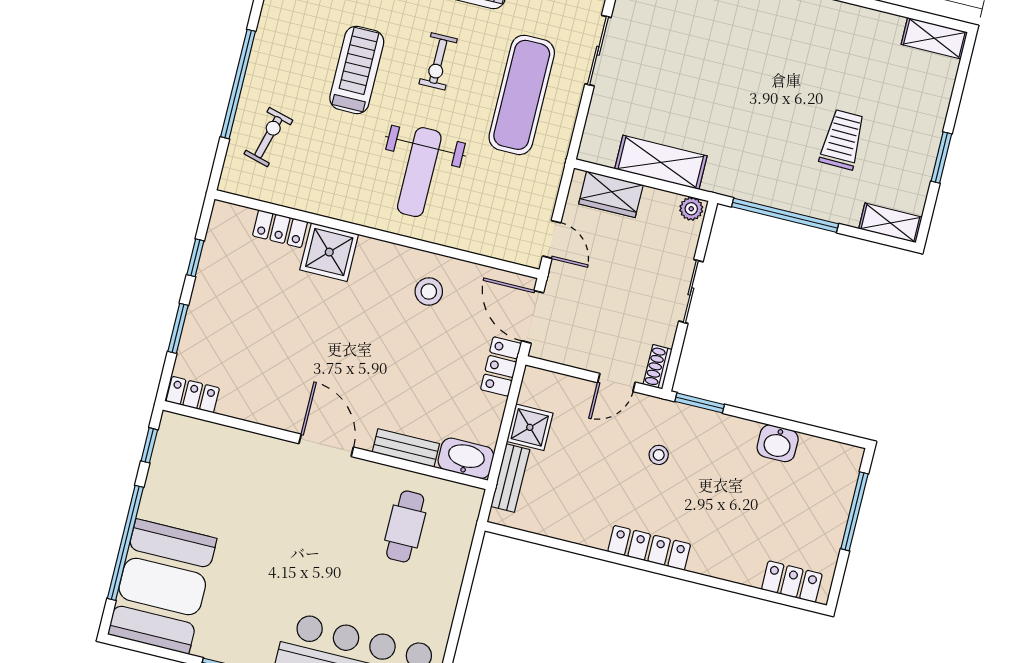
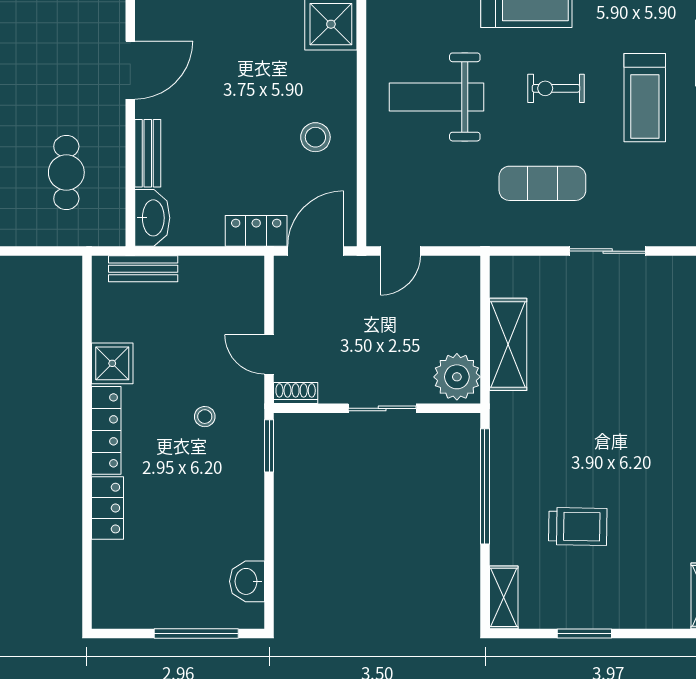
exercise mat: (522, 95) -> (542, 183), width x0.73, depth x0.69
wardrobe: (611, 194) -> (462, 301), removed
plant: (691, 209) -> (457, 377), width x1.87, depth x1.87
shower: (530, 427) -> (112, 363), moved
washbasin: (778, 443) -> (247, 581), moved
cafe table: (405, 526) -> (66, 172), turned 90
locker: (792, 582) -> (108, 508), moved

